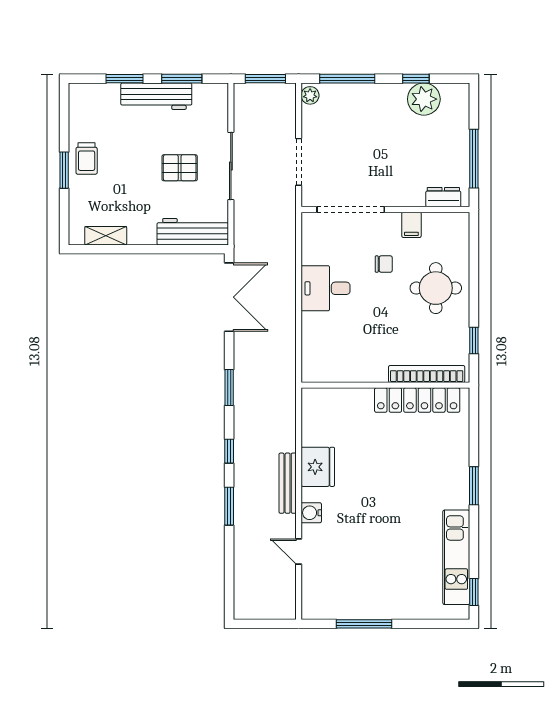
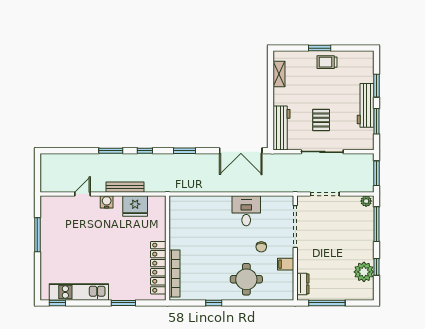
bookcase: (427, 374) -> (174, 274), moved
wall: (385, 385) -> (168, 248), moved
locker: (417, 400) -> (158, 268), moved

